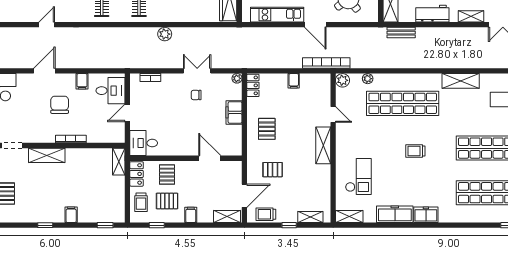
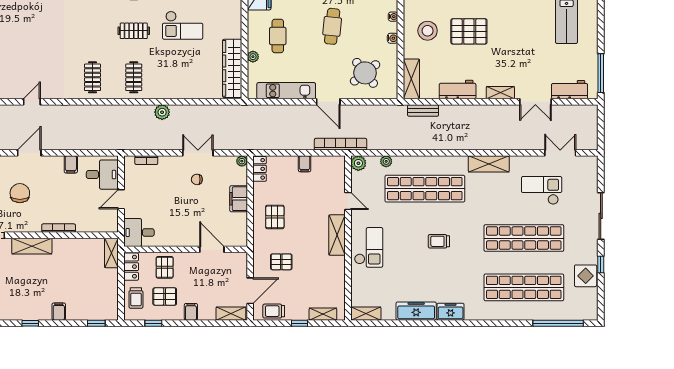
chair: (60, 105) -> (20, 193), moved
checkout: (358, 177) -> (369, 247), moved

